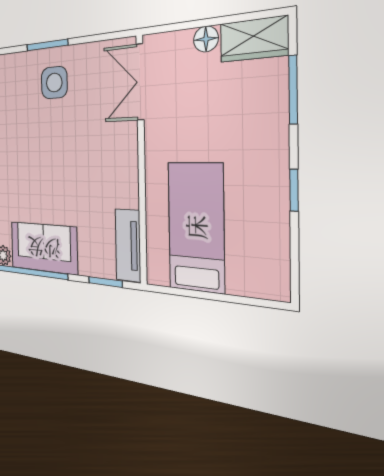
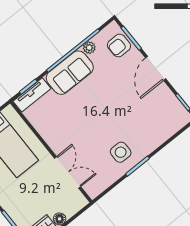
double door: (140, 82) -> (68, 172), moved
tv unit: (128, 245) -> (32, 95), moved, turned 90

